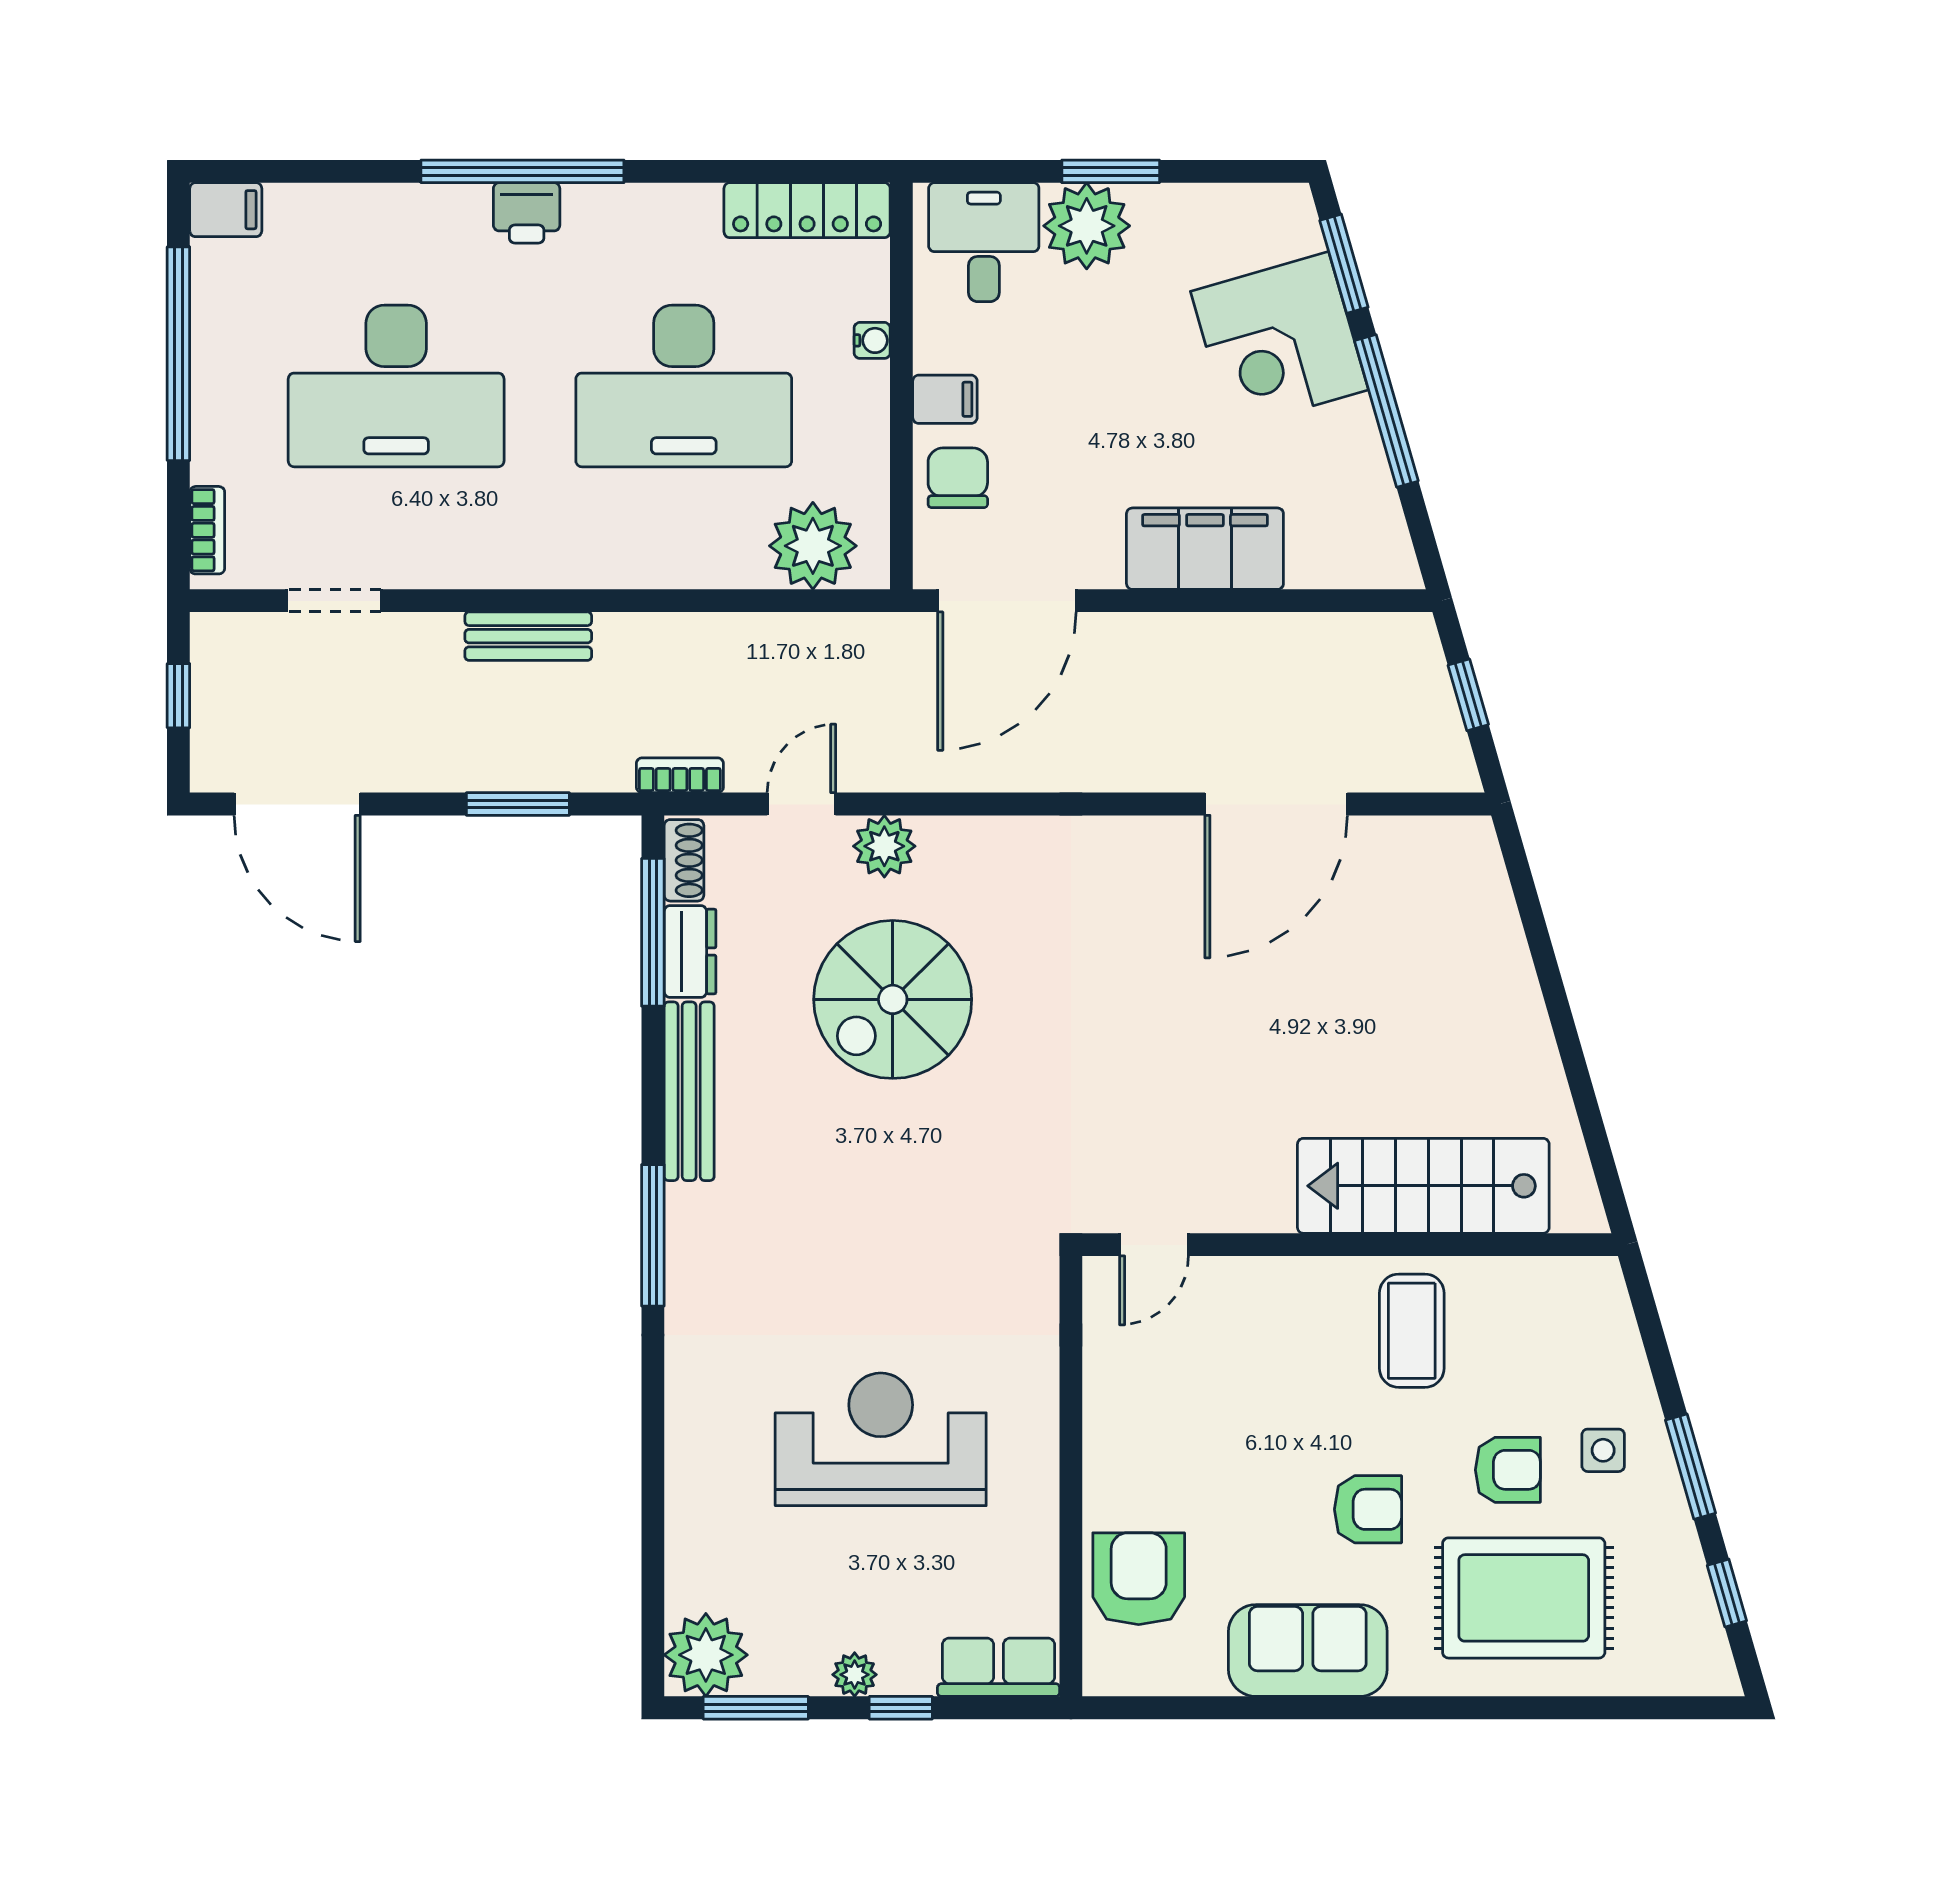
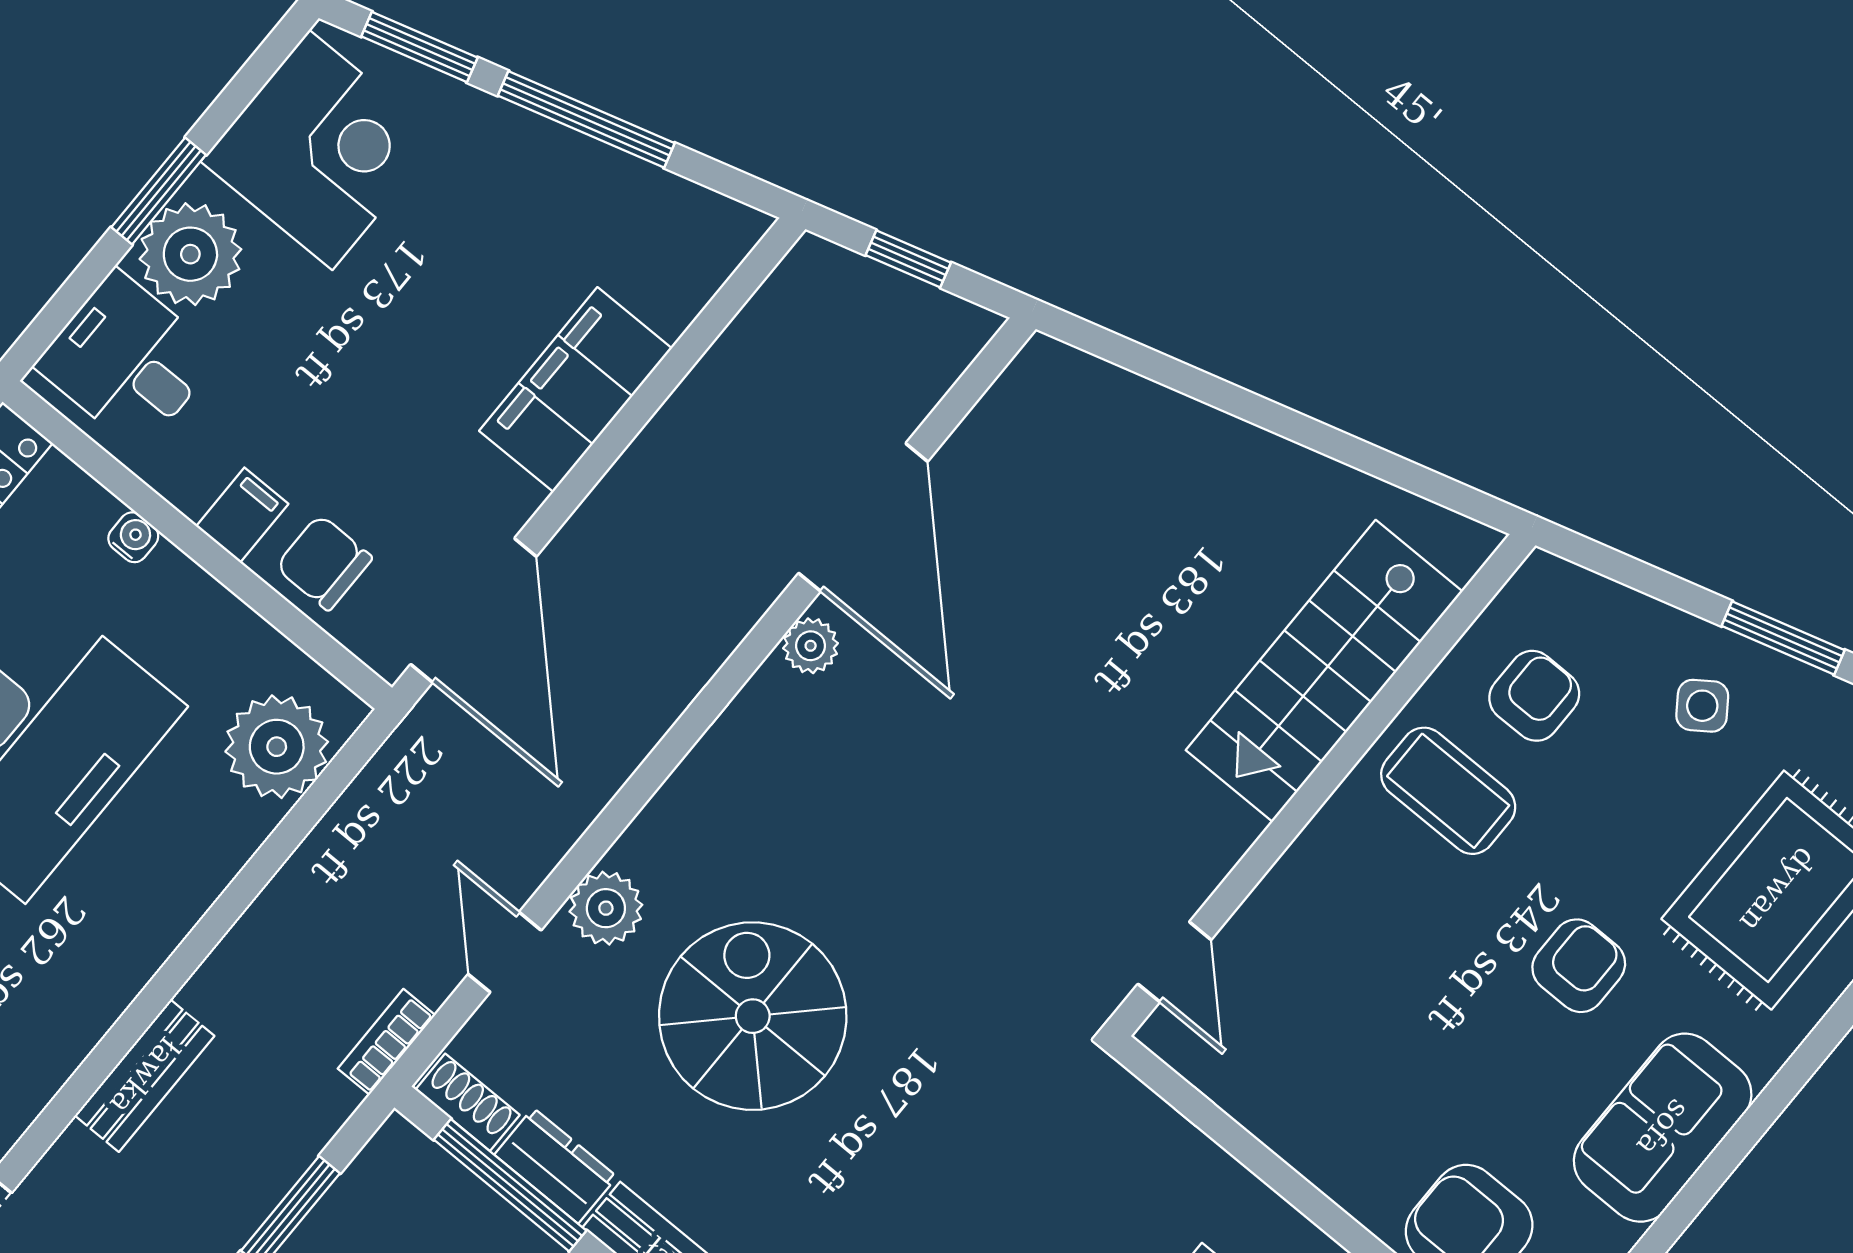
corner desk: (1279, 341) -> (321, 150), moved, turned -74
plant: (1164, 839) -> (811, 646), added
spiral stairs: (893, 999) -> (753, 1016), turned 180
side table: (1603, 1450) -> (1702, 706), turned -35
armchair: (1508, 1470) -> (1534, 696), moved

